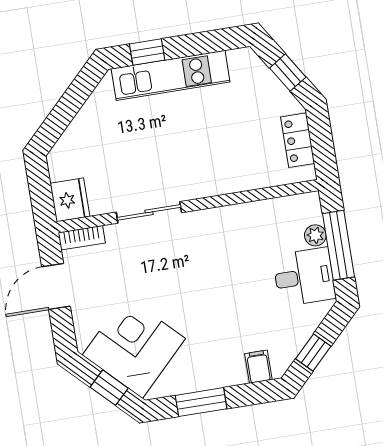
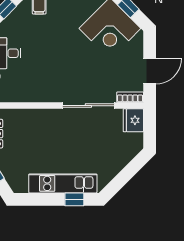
sliding door: (149, 212) -> (88, 106), width x1.37

